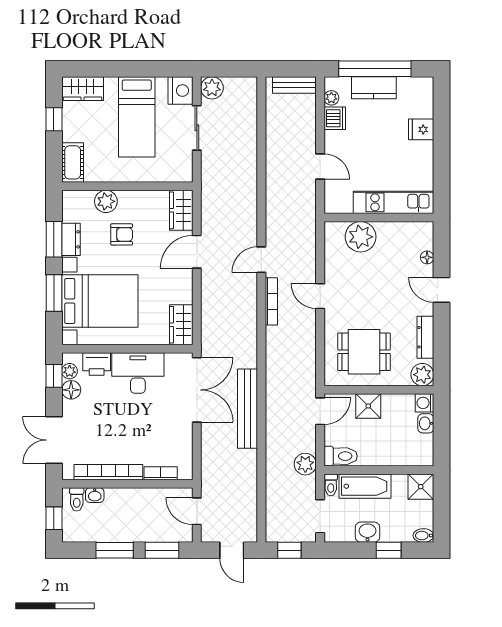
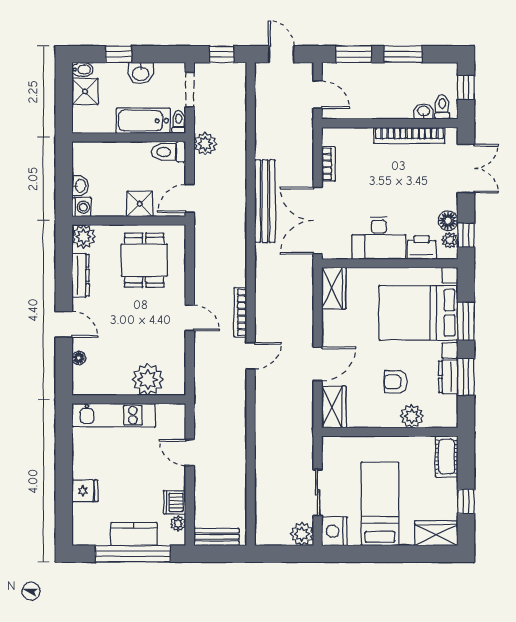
dining table: (364, 352) -> (144, 260), turned 90
bookcase: (161, 473) -> (329, 164), moved, turned -90
shower: (421, 487) -> (85, 91), moved

